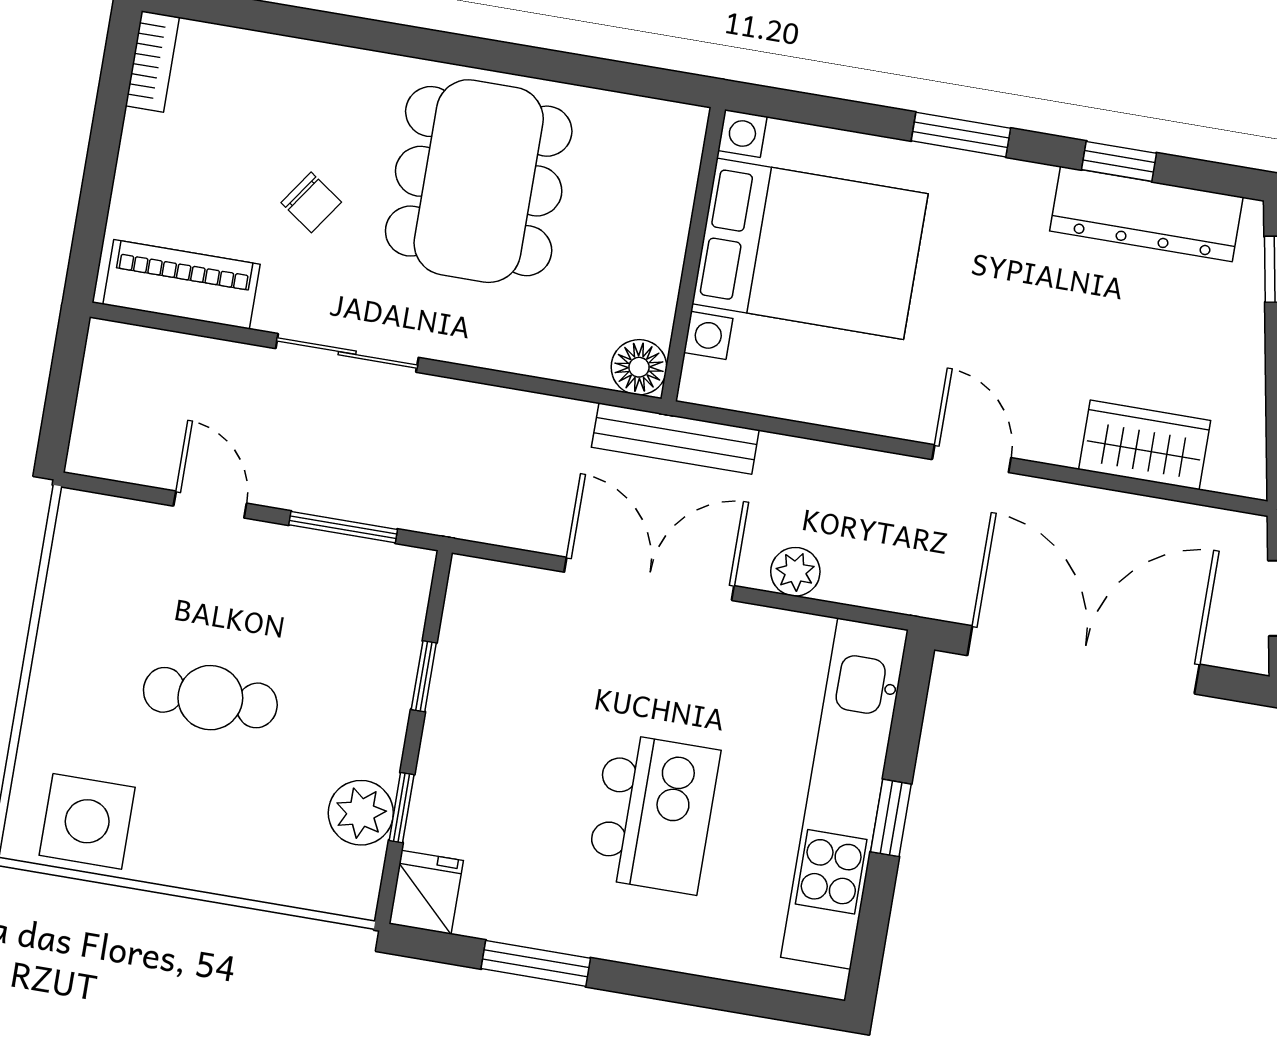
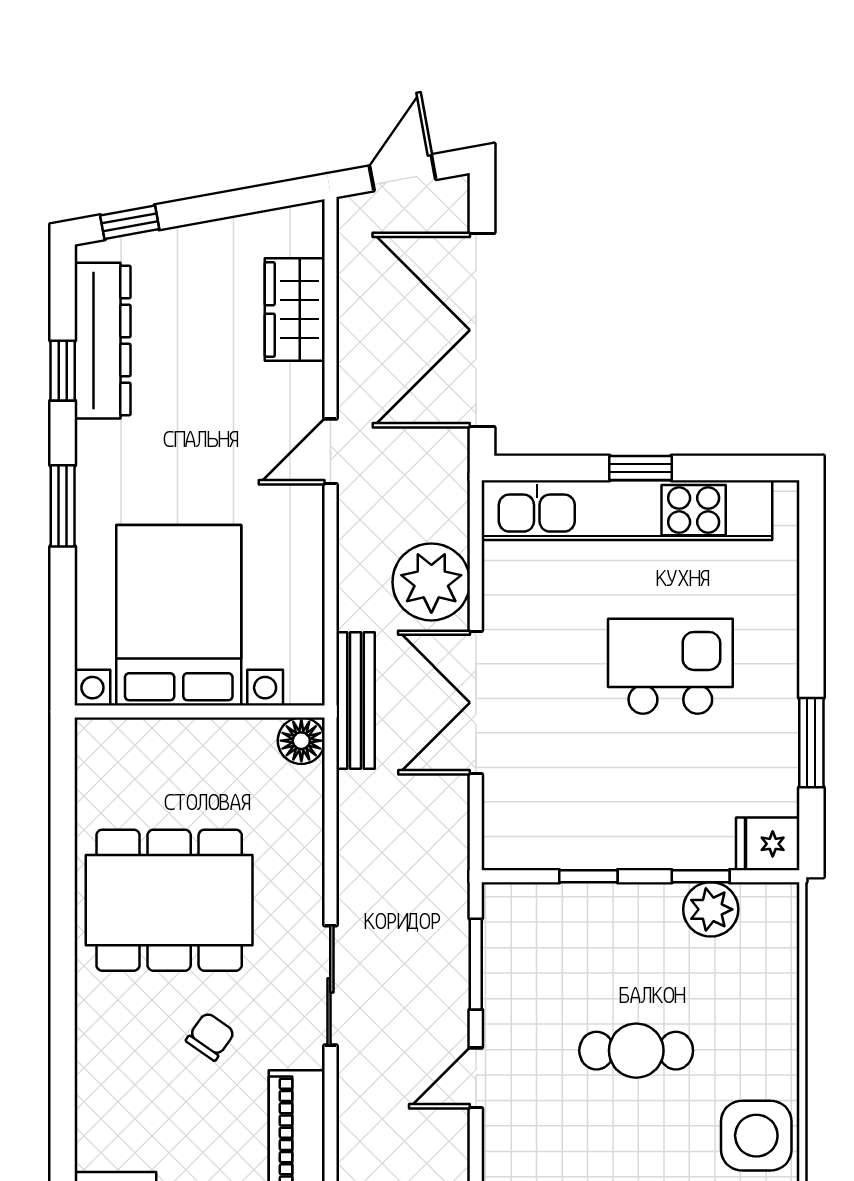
plant: (795, 572) -> (431, 582), width x1.87, depth x1.87
cafe table: (210, 698) -> (636, 1051), turned 90

